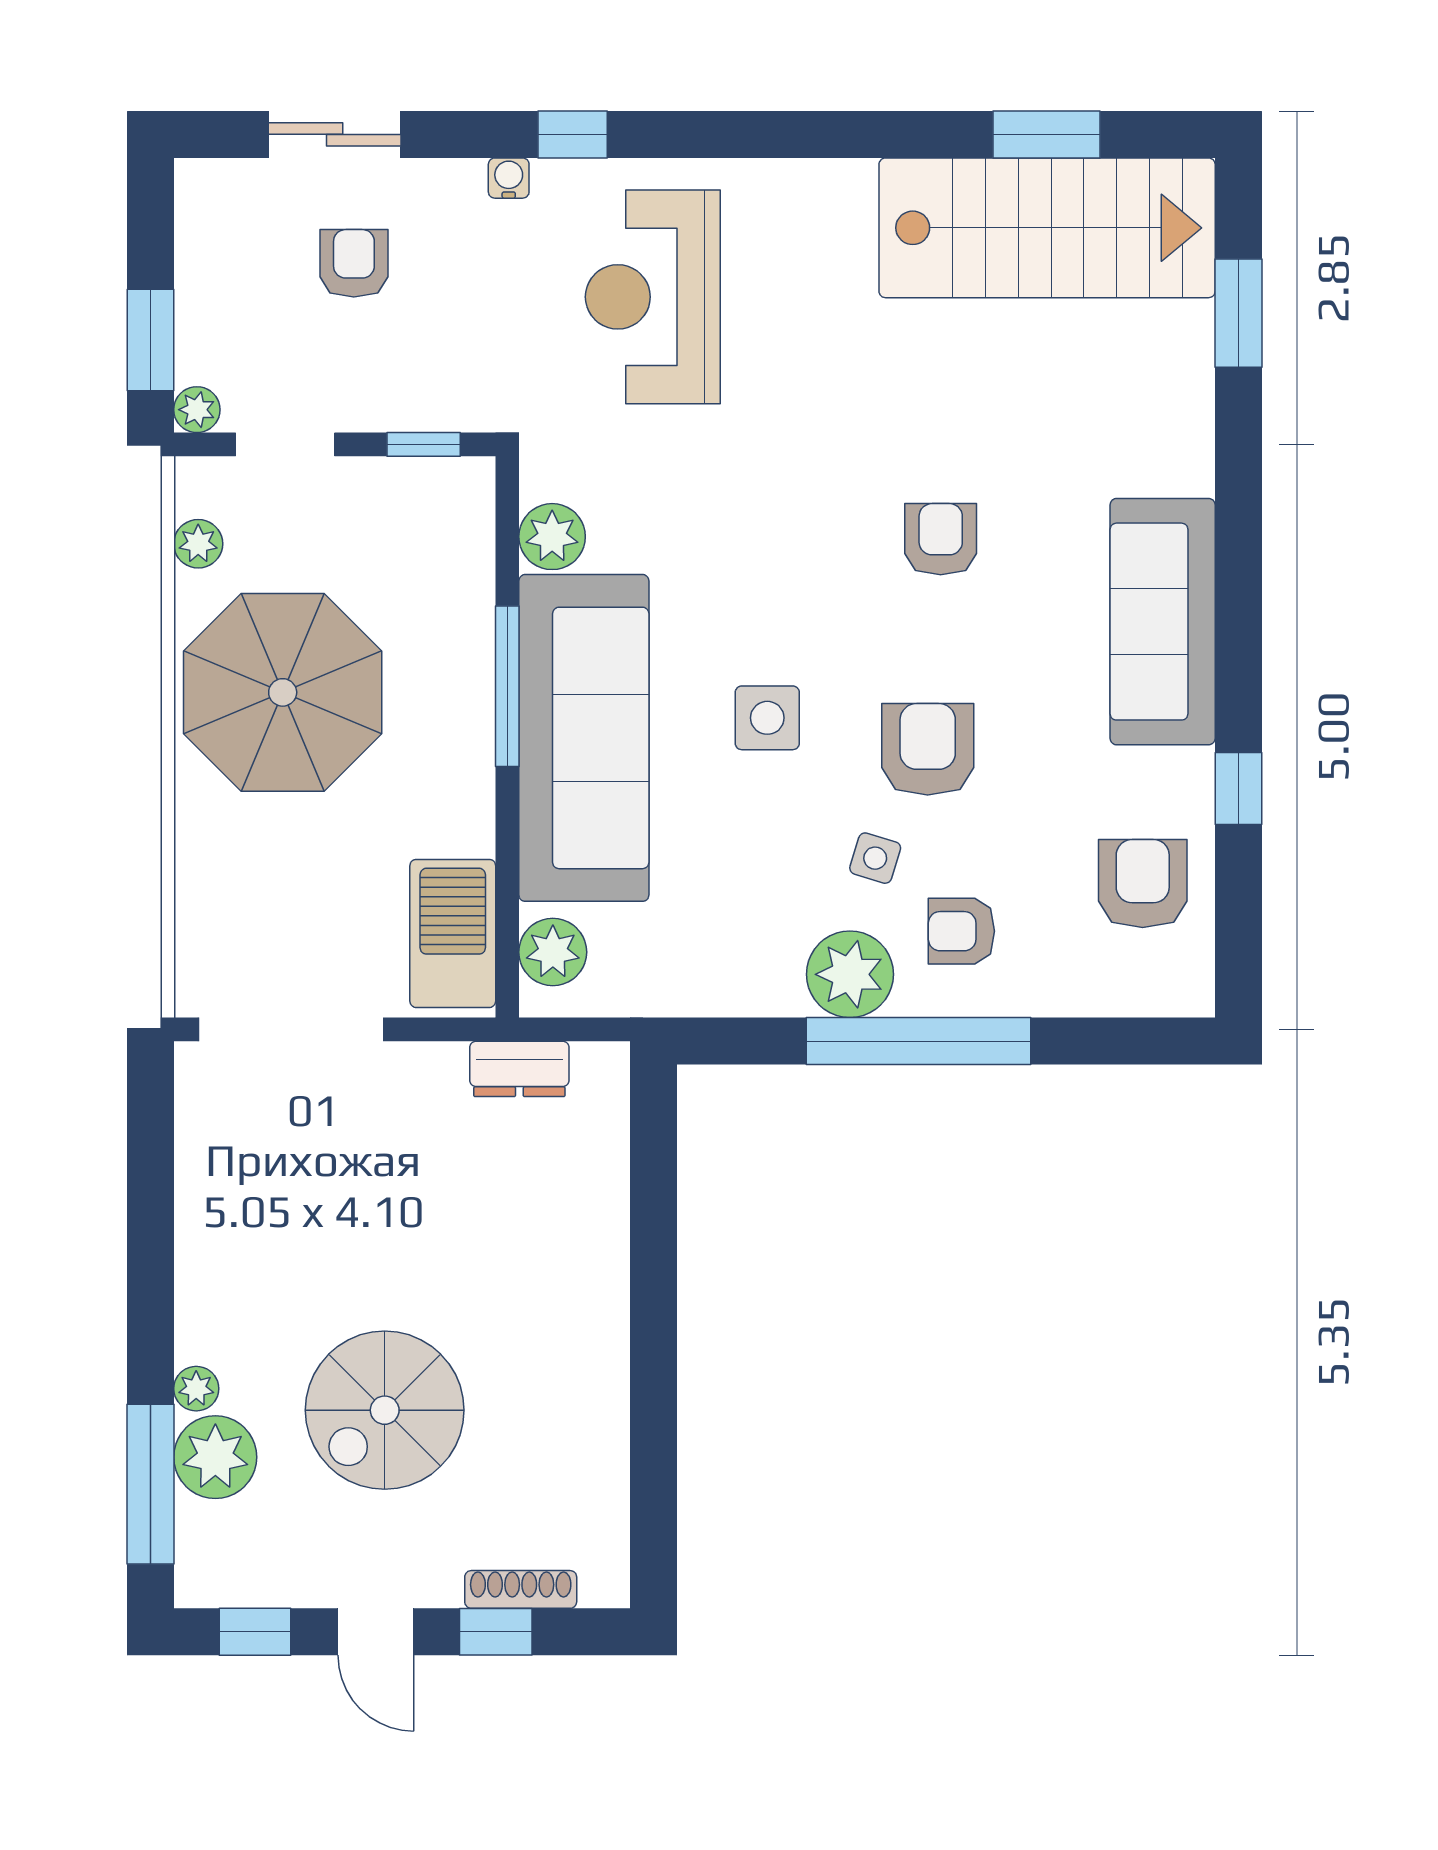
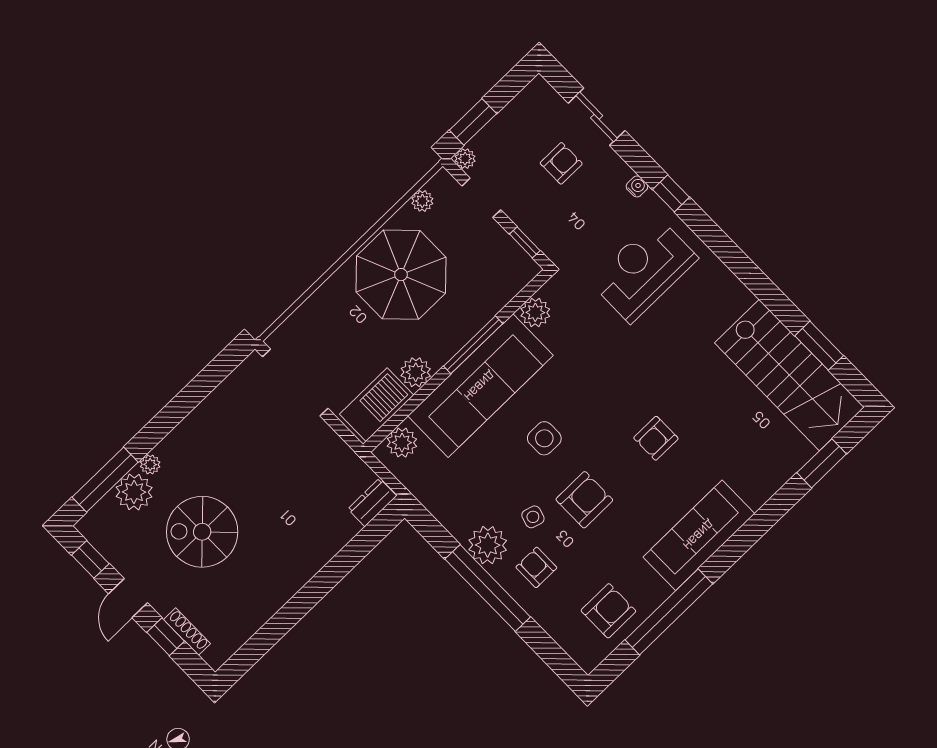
armchair: (941, 539) -> (656, 438), turned 180
window: (1238, 789) -> (669, 612), width x3.17
plant: (462, 821) -> (416, 372), added
dresser: (519, 1069) -> (372, 502), moved, turned 90

